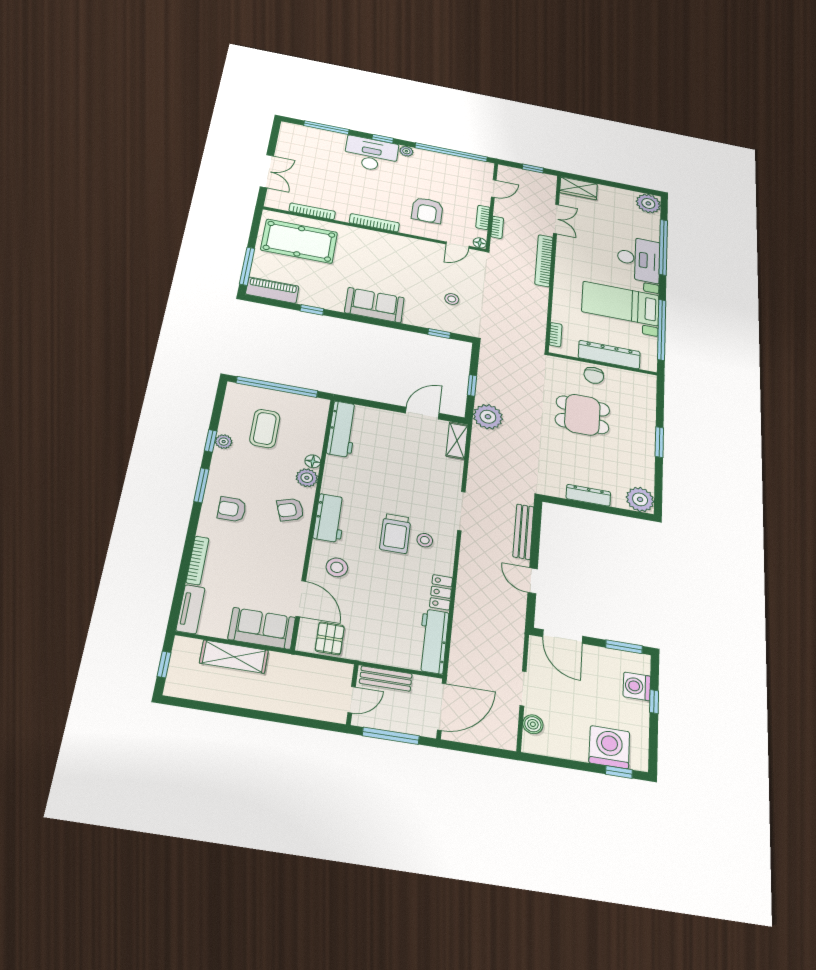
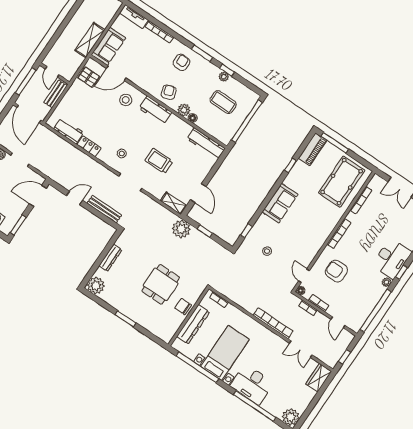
trolley: (395, 533) -> (159, 161), moved
workbench: (433, 641) -> (69, 131), width x0.73
shelving: (234, 657) -> (90, 40), moved

